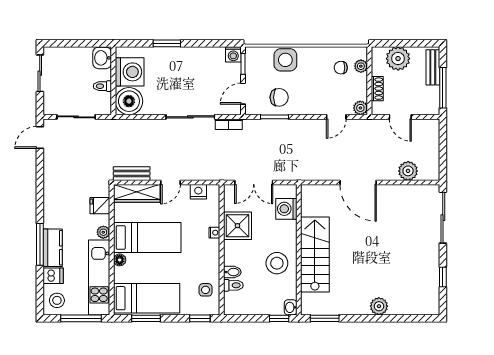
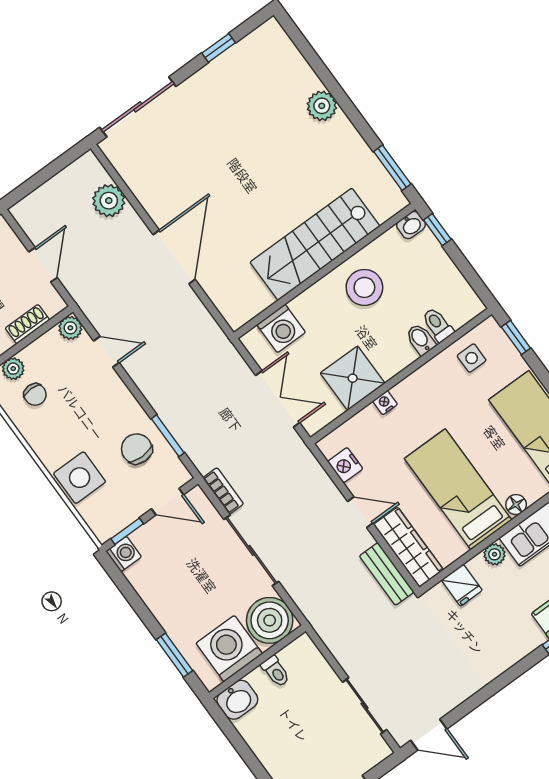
washbasin: (102, 58) -> (237, 700), moved
washing machine: (130, 72) -> (229, 649), moved
wall: (113, 81) -> (257, 662), moved
toilet: (102, 86) -> (276, 671), moved
boiler: (129, 101) -> (270, 620), moved

